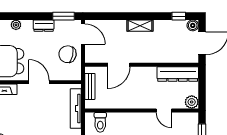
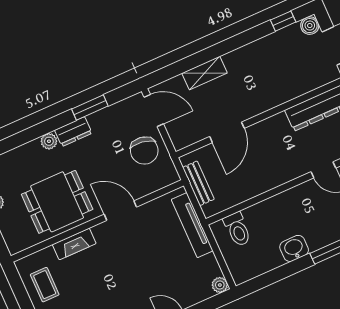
window: (64, 16) -> (90, 108), moved
dresser: (44, 26) -> (73, 132), moved
shelving: (140, 26) -> (204, 73), moved
chair: (68, 54) -> (144, 151), turned -93

